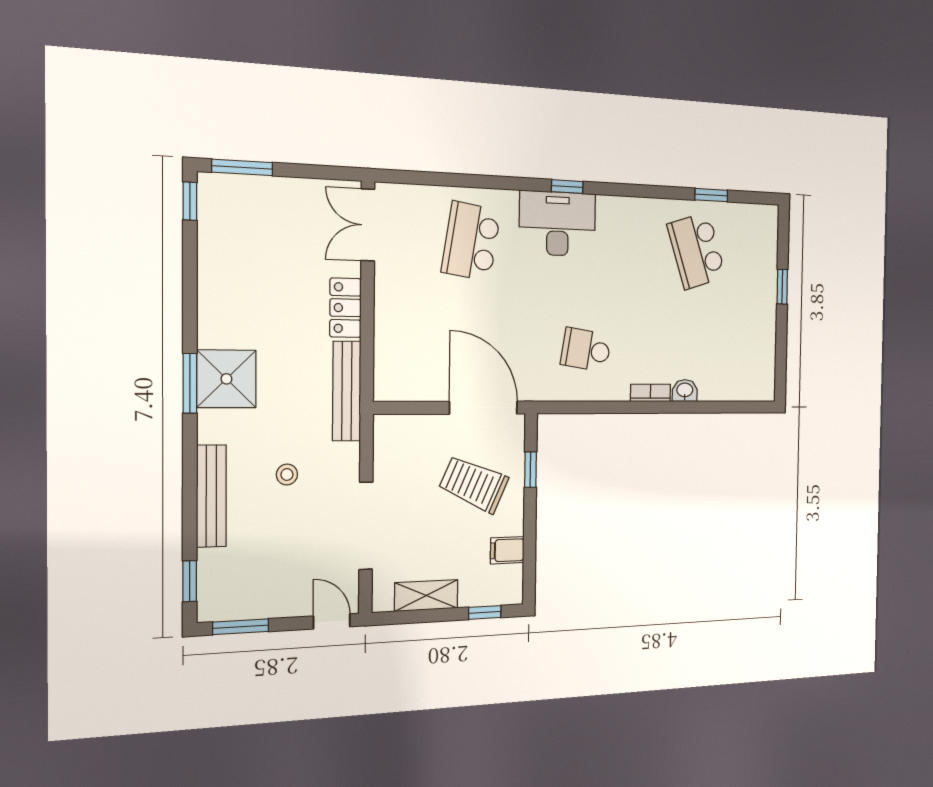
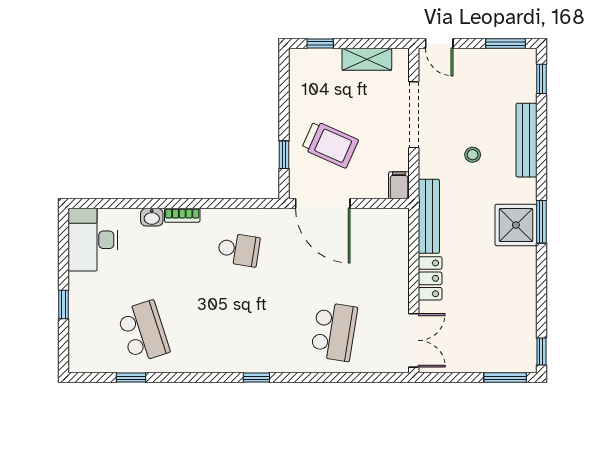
desk: (558, 224) -> (93, 240), moved, turned 90
filing cabinet: (507, 550) -> (399, 185), moved, turned -90

